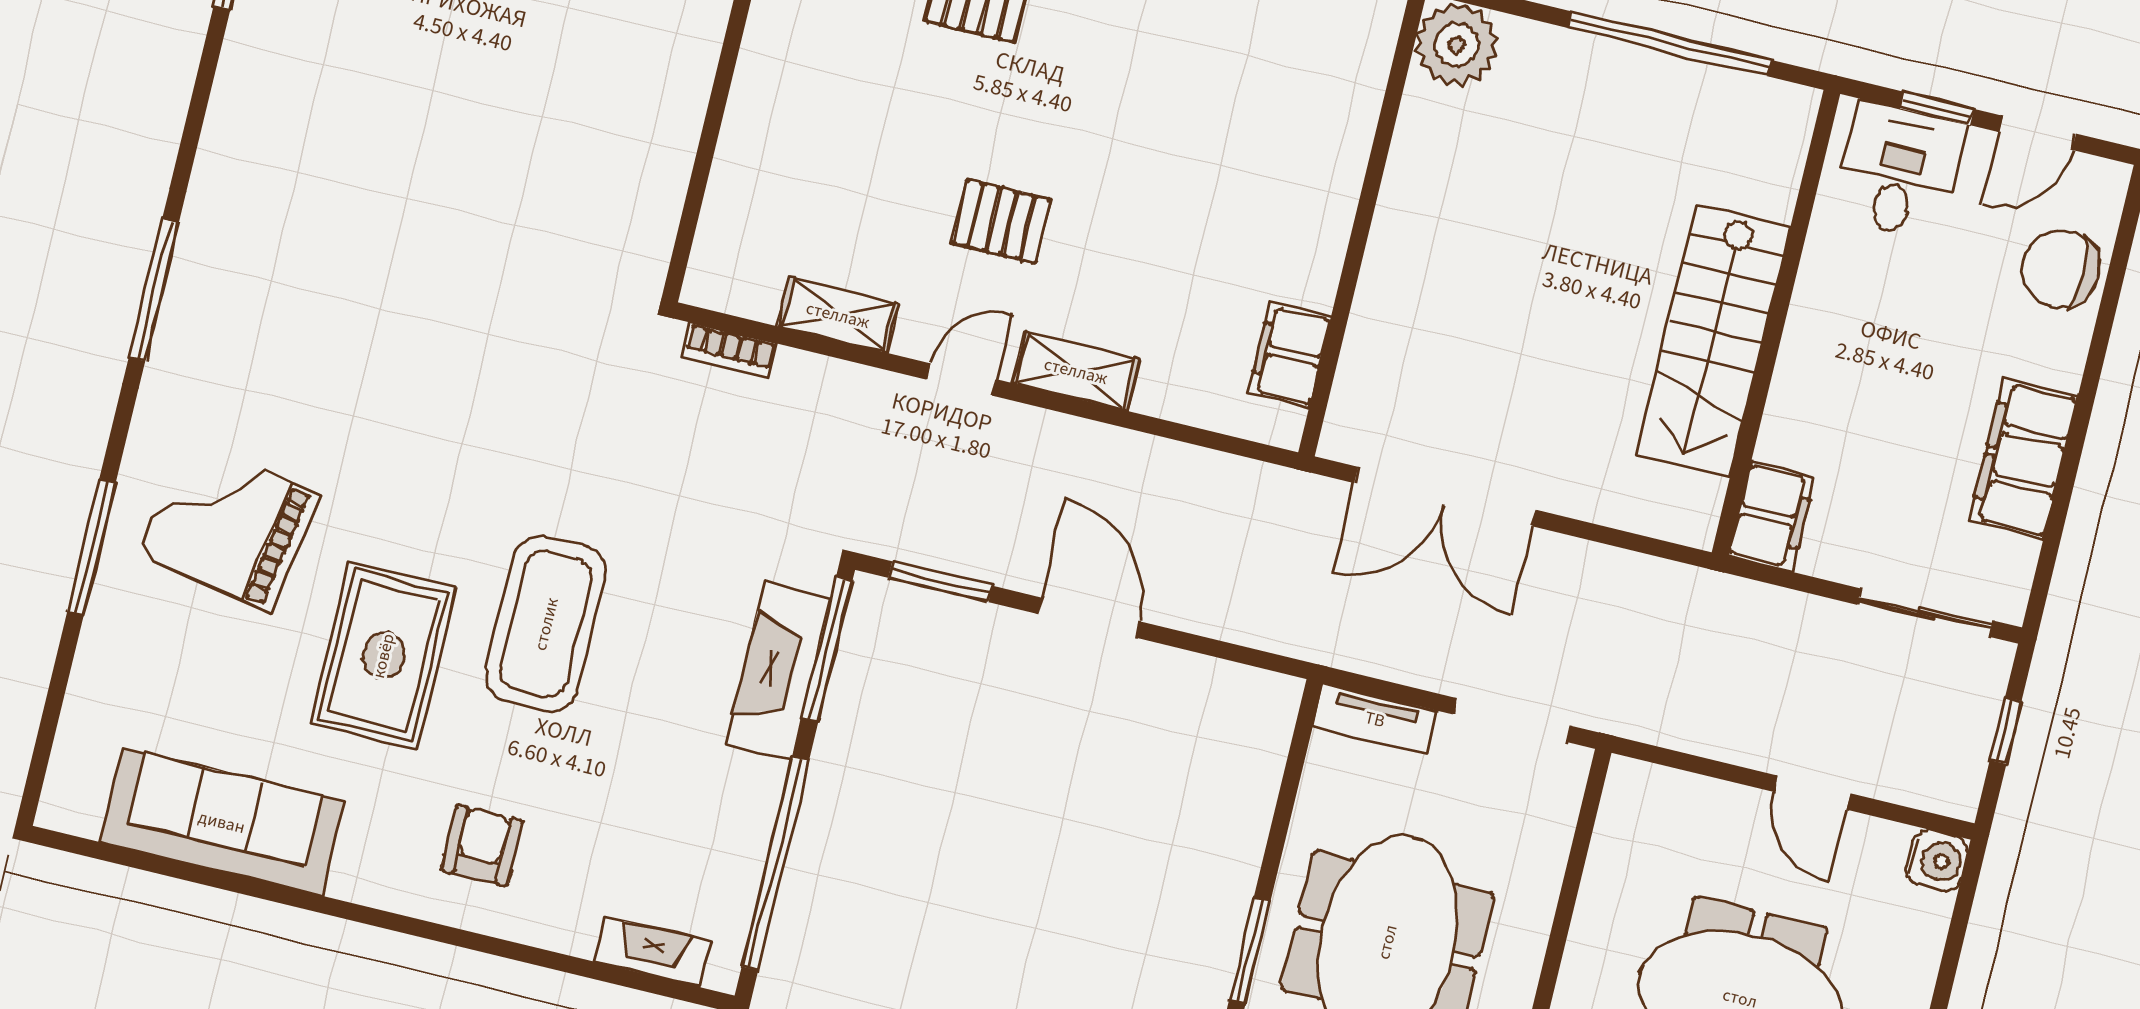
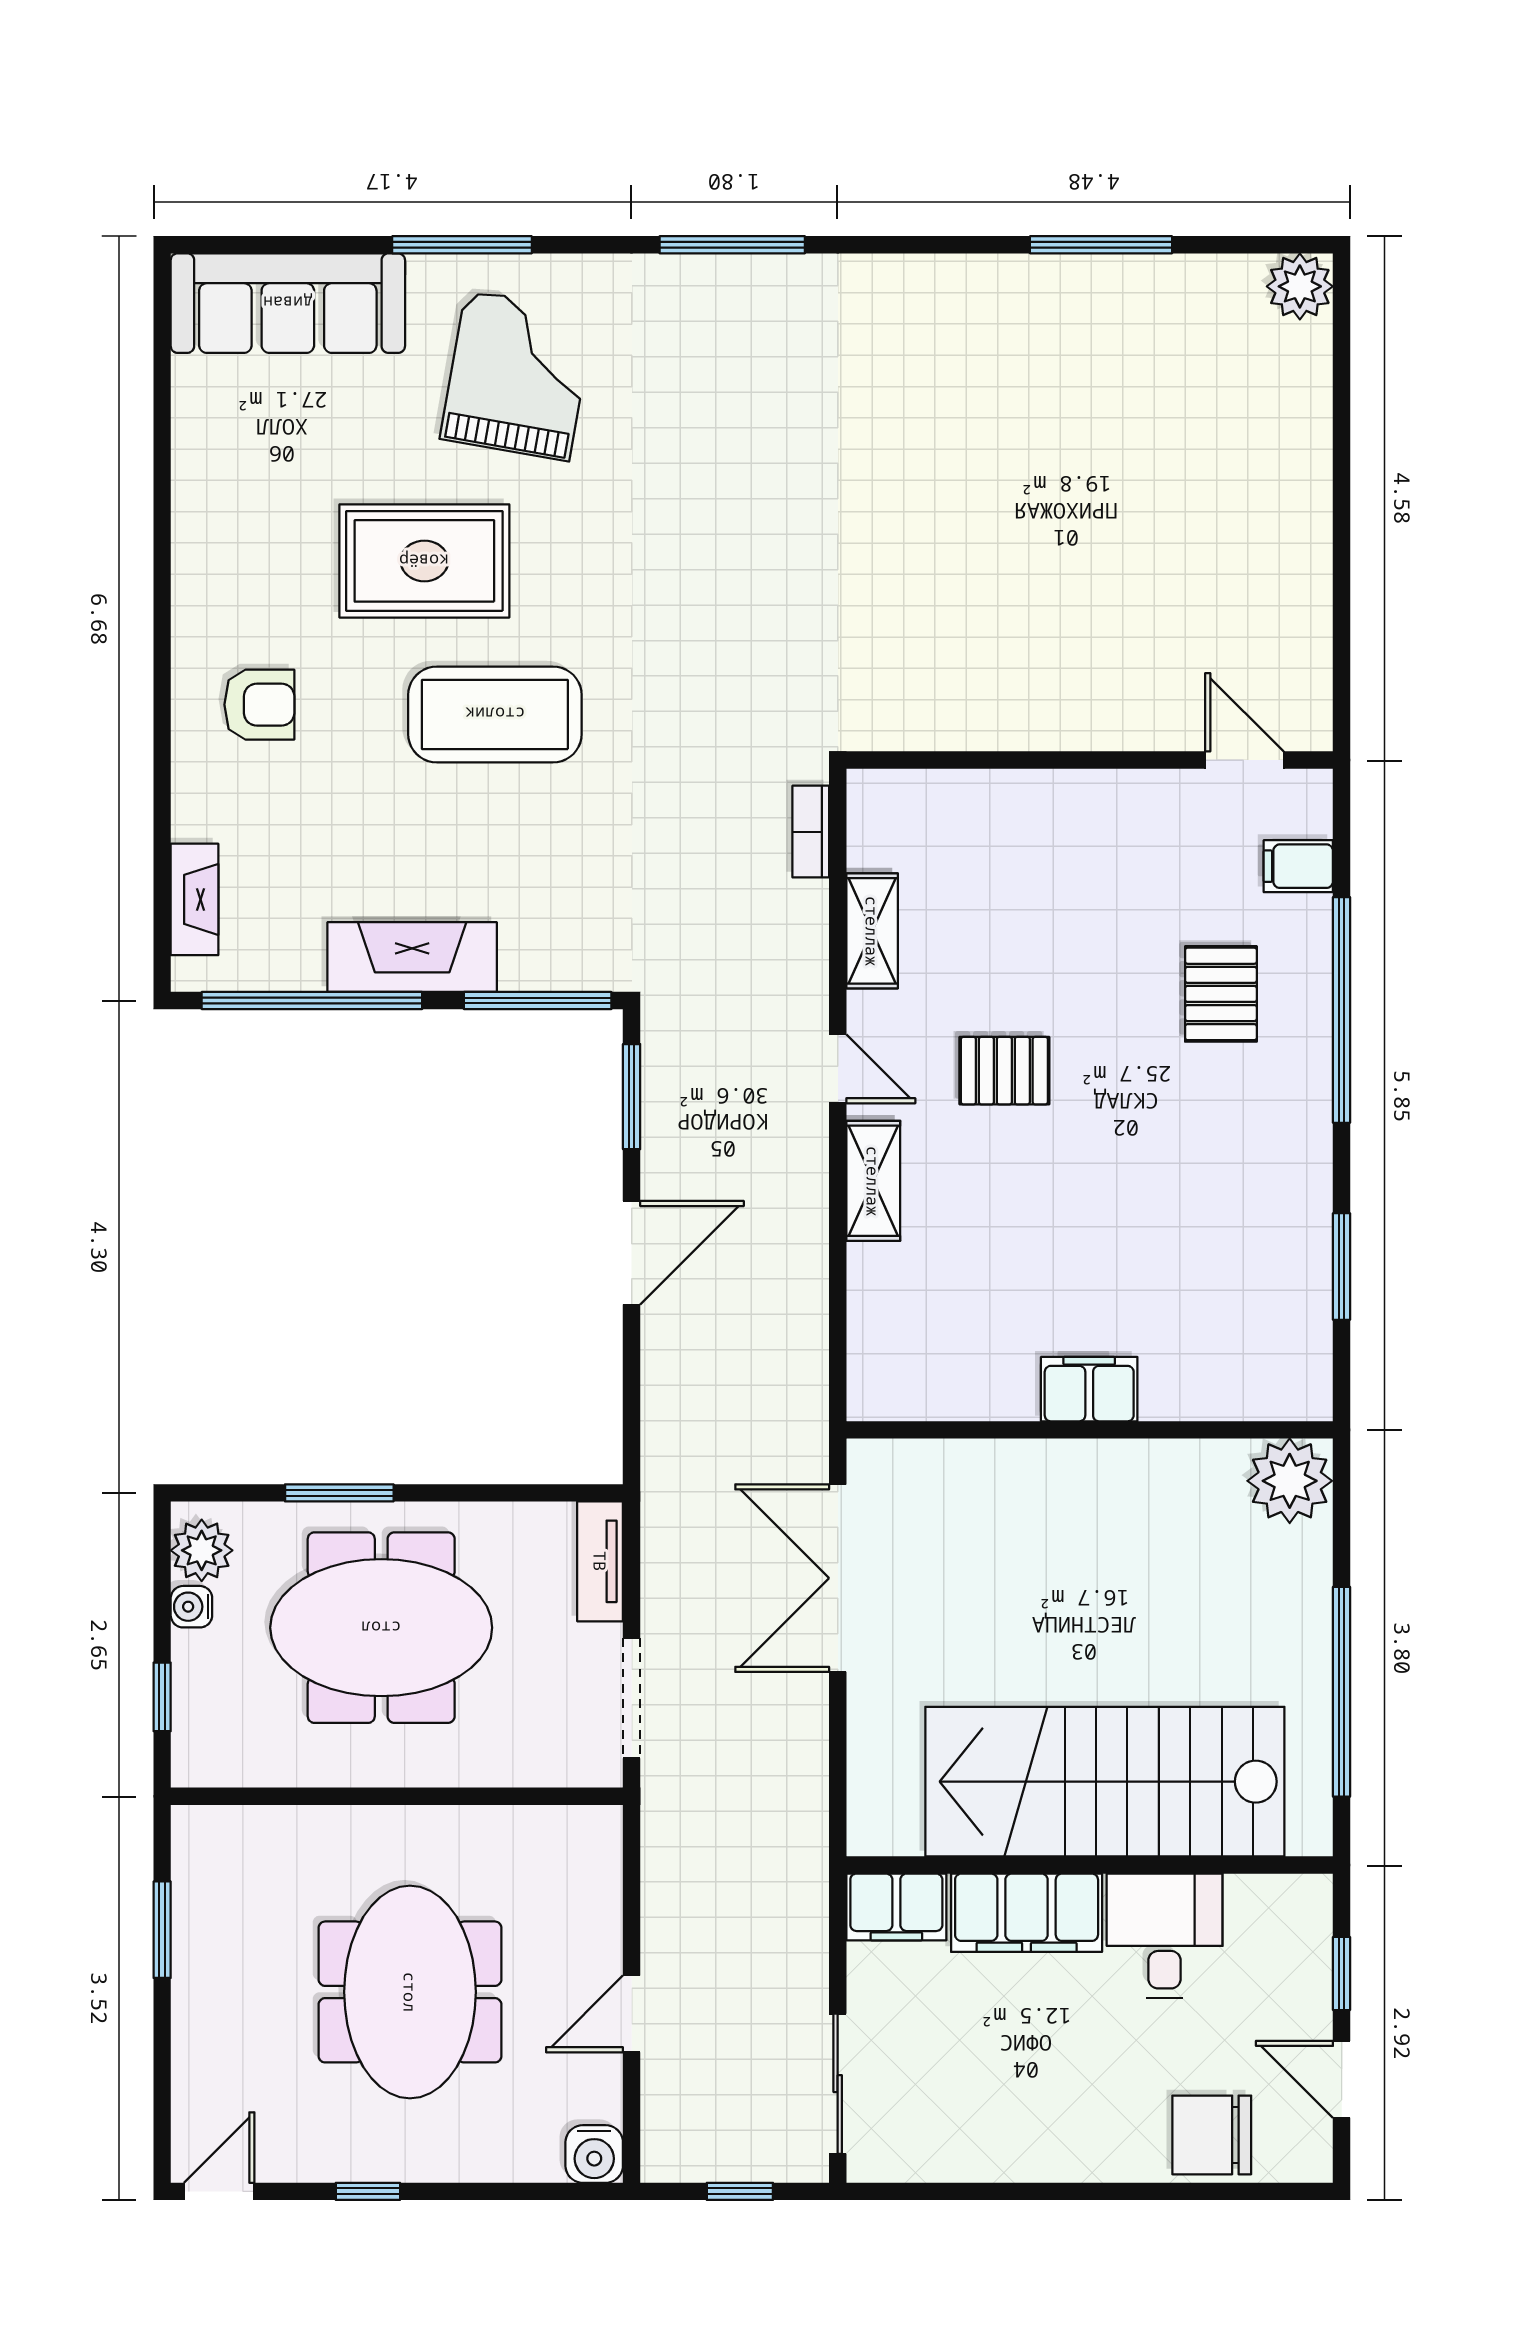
desk: (1899, 171) -> (1165, 1936), moved, turned -90
pallet: (1001, 221) -> (1004, 1071), turned 90
chair: (2061, 269) -> (1212, 2135), turned -90
stairs: (1713, 341) -> (1105, 1782), width x1.36, depth x1.51
filing cabinet: (1289, 355) -> (1089, 1389), moved
filing cabinet: (2023, 459) -> (1027, 1913), moved, turned 180
fireplace: (778, 670) -> (412, 957), moved
sofa: (222, 822) -> (288, 303), moved, turned 90

